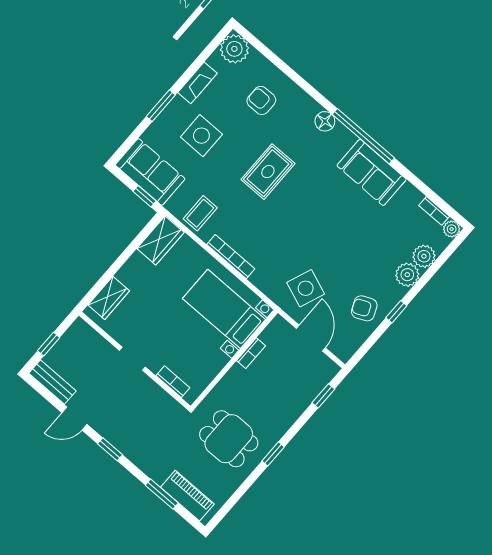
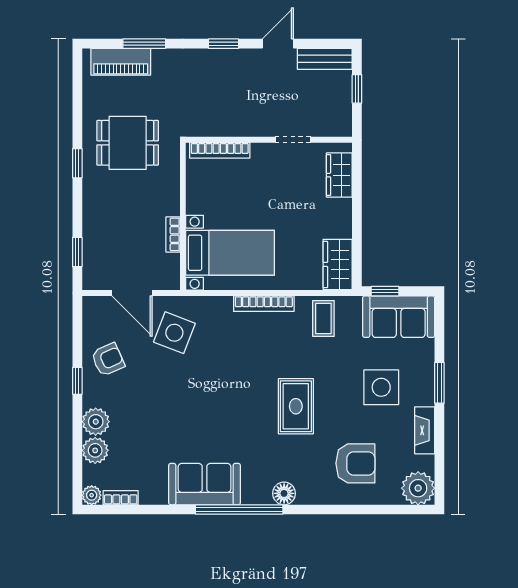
armchair: (261, 100) -> (355, 463), width x1.38, depth x1.38
doorway: (132, 359) -> (293, 140), moved
bookcase: (173, 382) -> (220, 150), width x1.56

